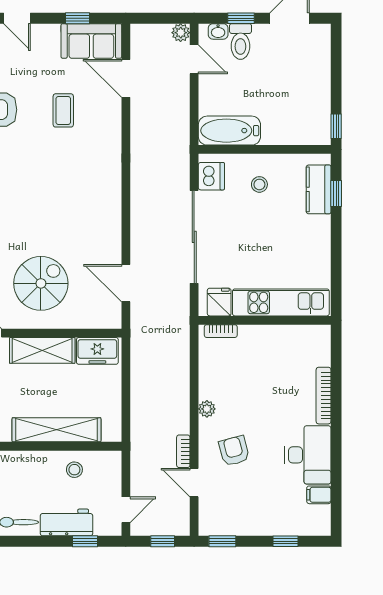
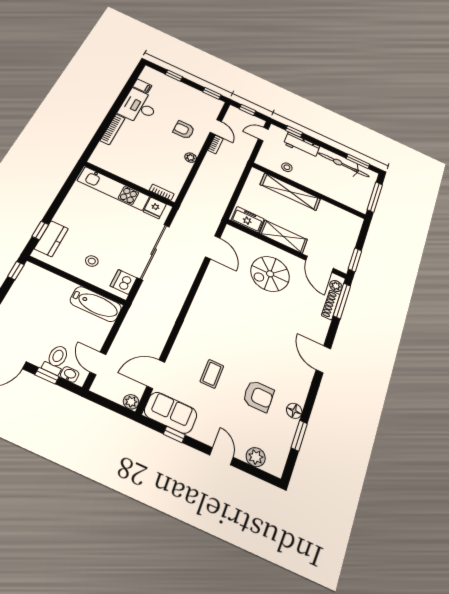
plant: (181, 33) -> (131, 402), moved
door: (126, 78) -> (156, 374), swing flipped
armchair: (234, 451) -> (184, 130), turned 105

